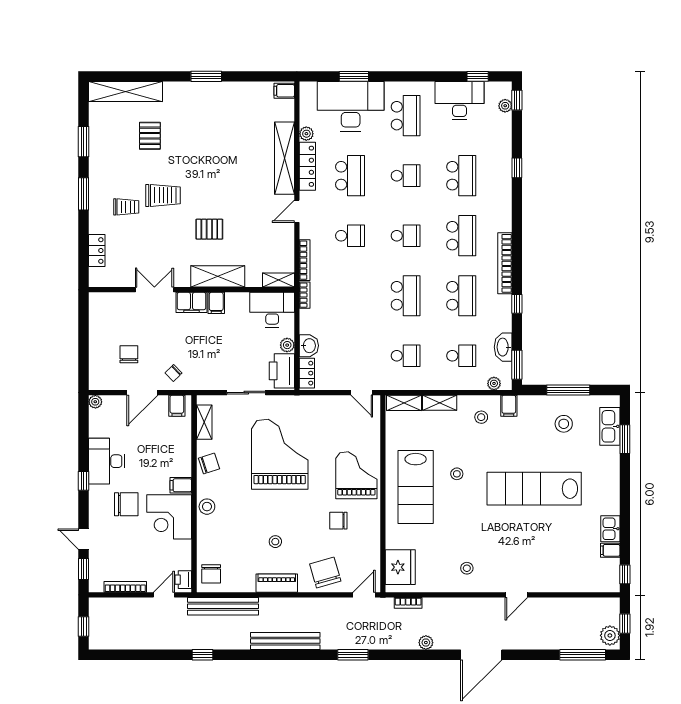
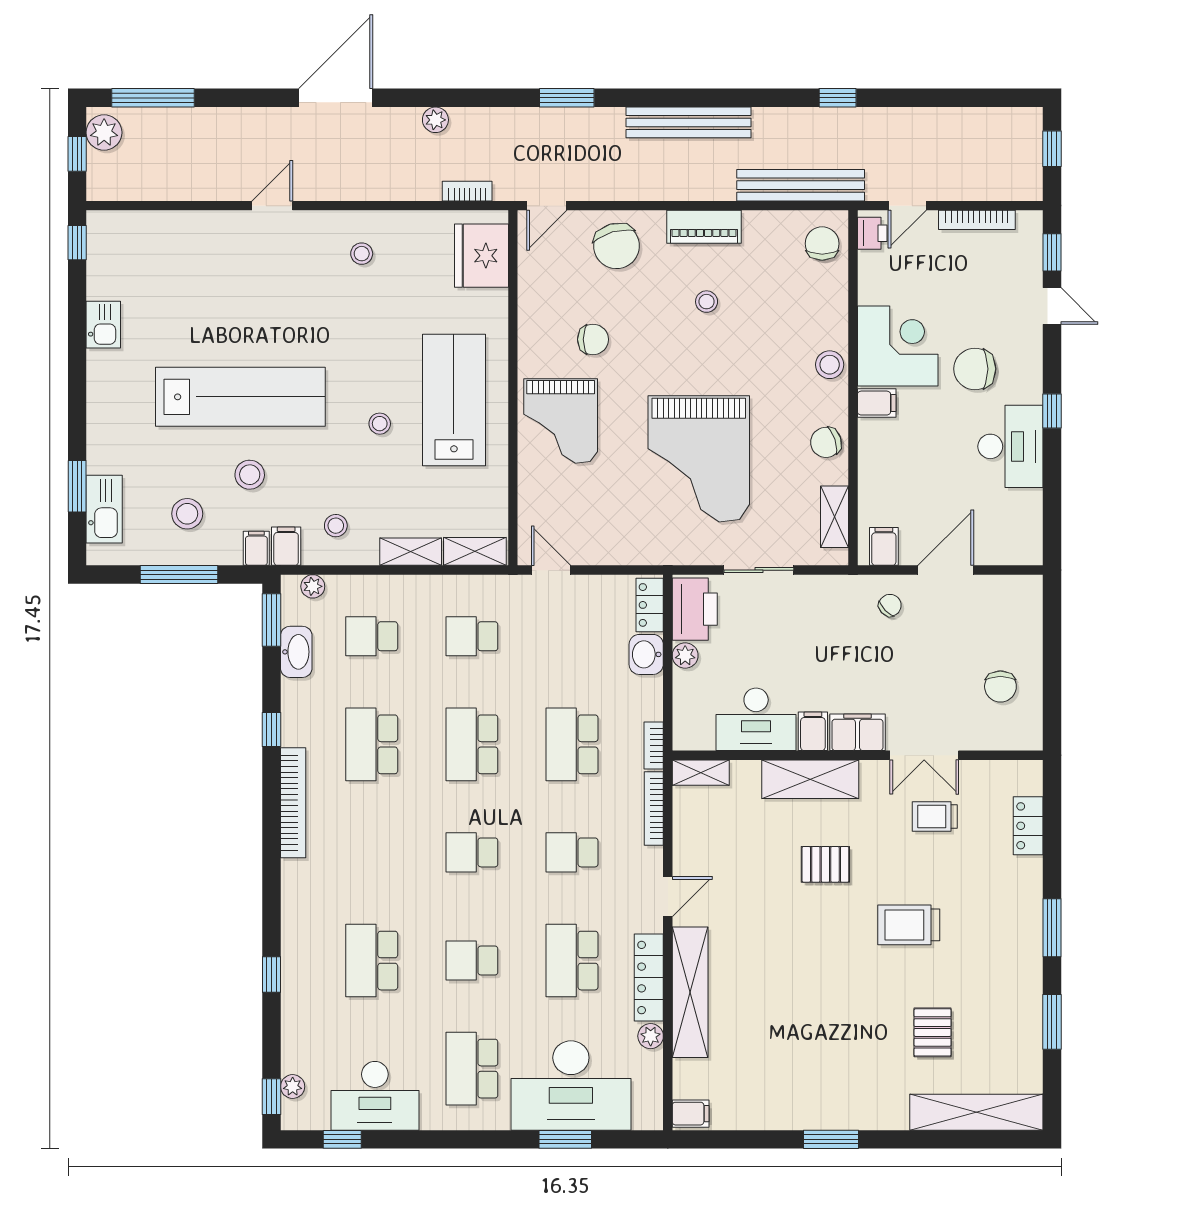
trolley: (126, 207) -> (935, 817), moved
school desk: (461, 236) -> (572, 744), moved
desk: (272, 310) -> (756, 719), moved
chair: (129, 354) -> (1000, 686), moved
plant: (95, 402) -> (1031, 553), removed
stool: (529, 445) -> (250, 475), added
filing cabinet: (610, 550) -> (256, 548), moved, turned -90

